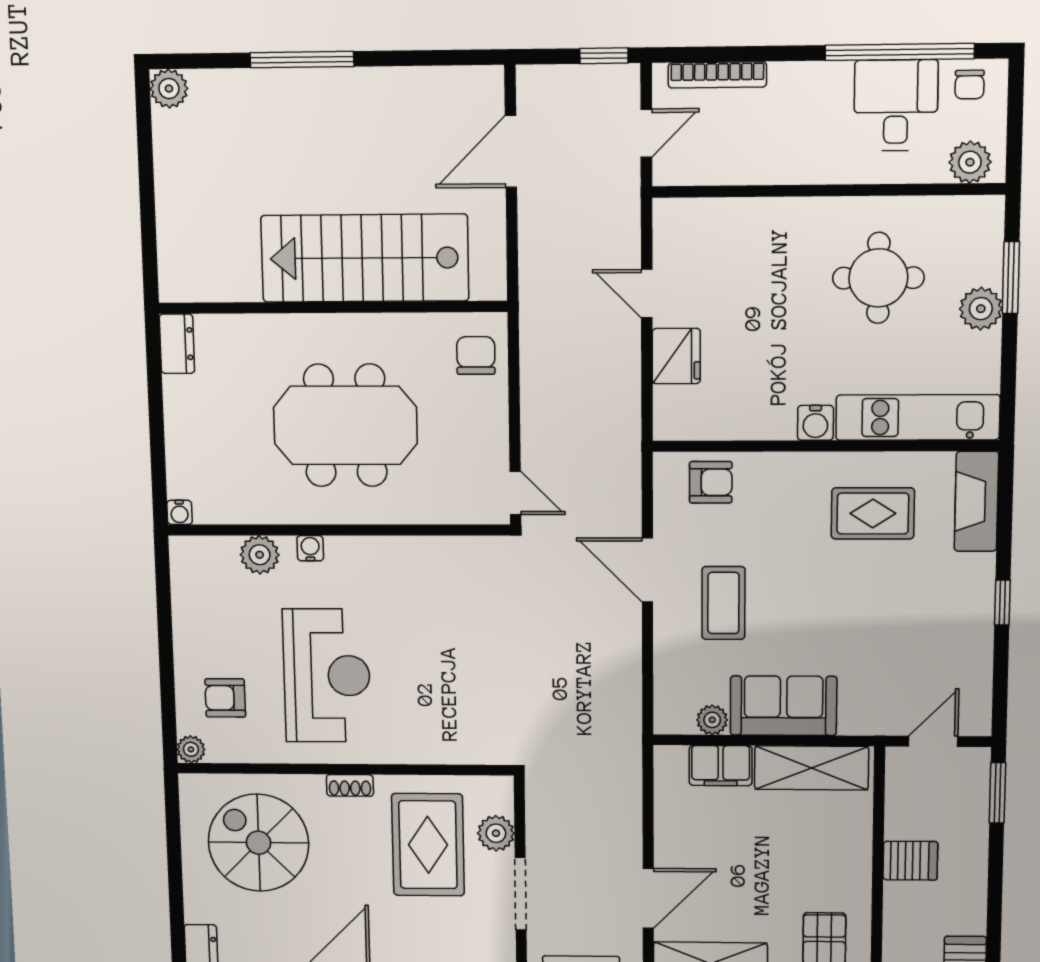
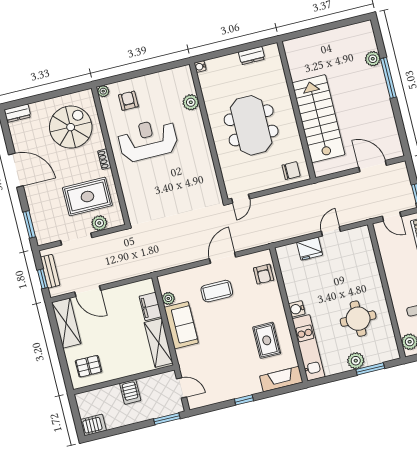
plant: (169, 89) -> (373, 59), moved
dresser: (177, 344) -> (252, 56), moved
water cooler: (310, 548) -> (198, 122), removed
reception desk: (327, 676) -> (148, 140), turned 180

